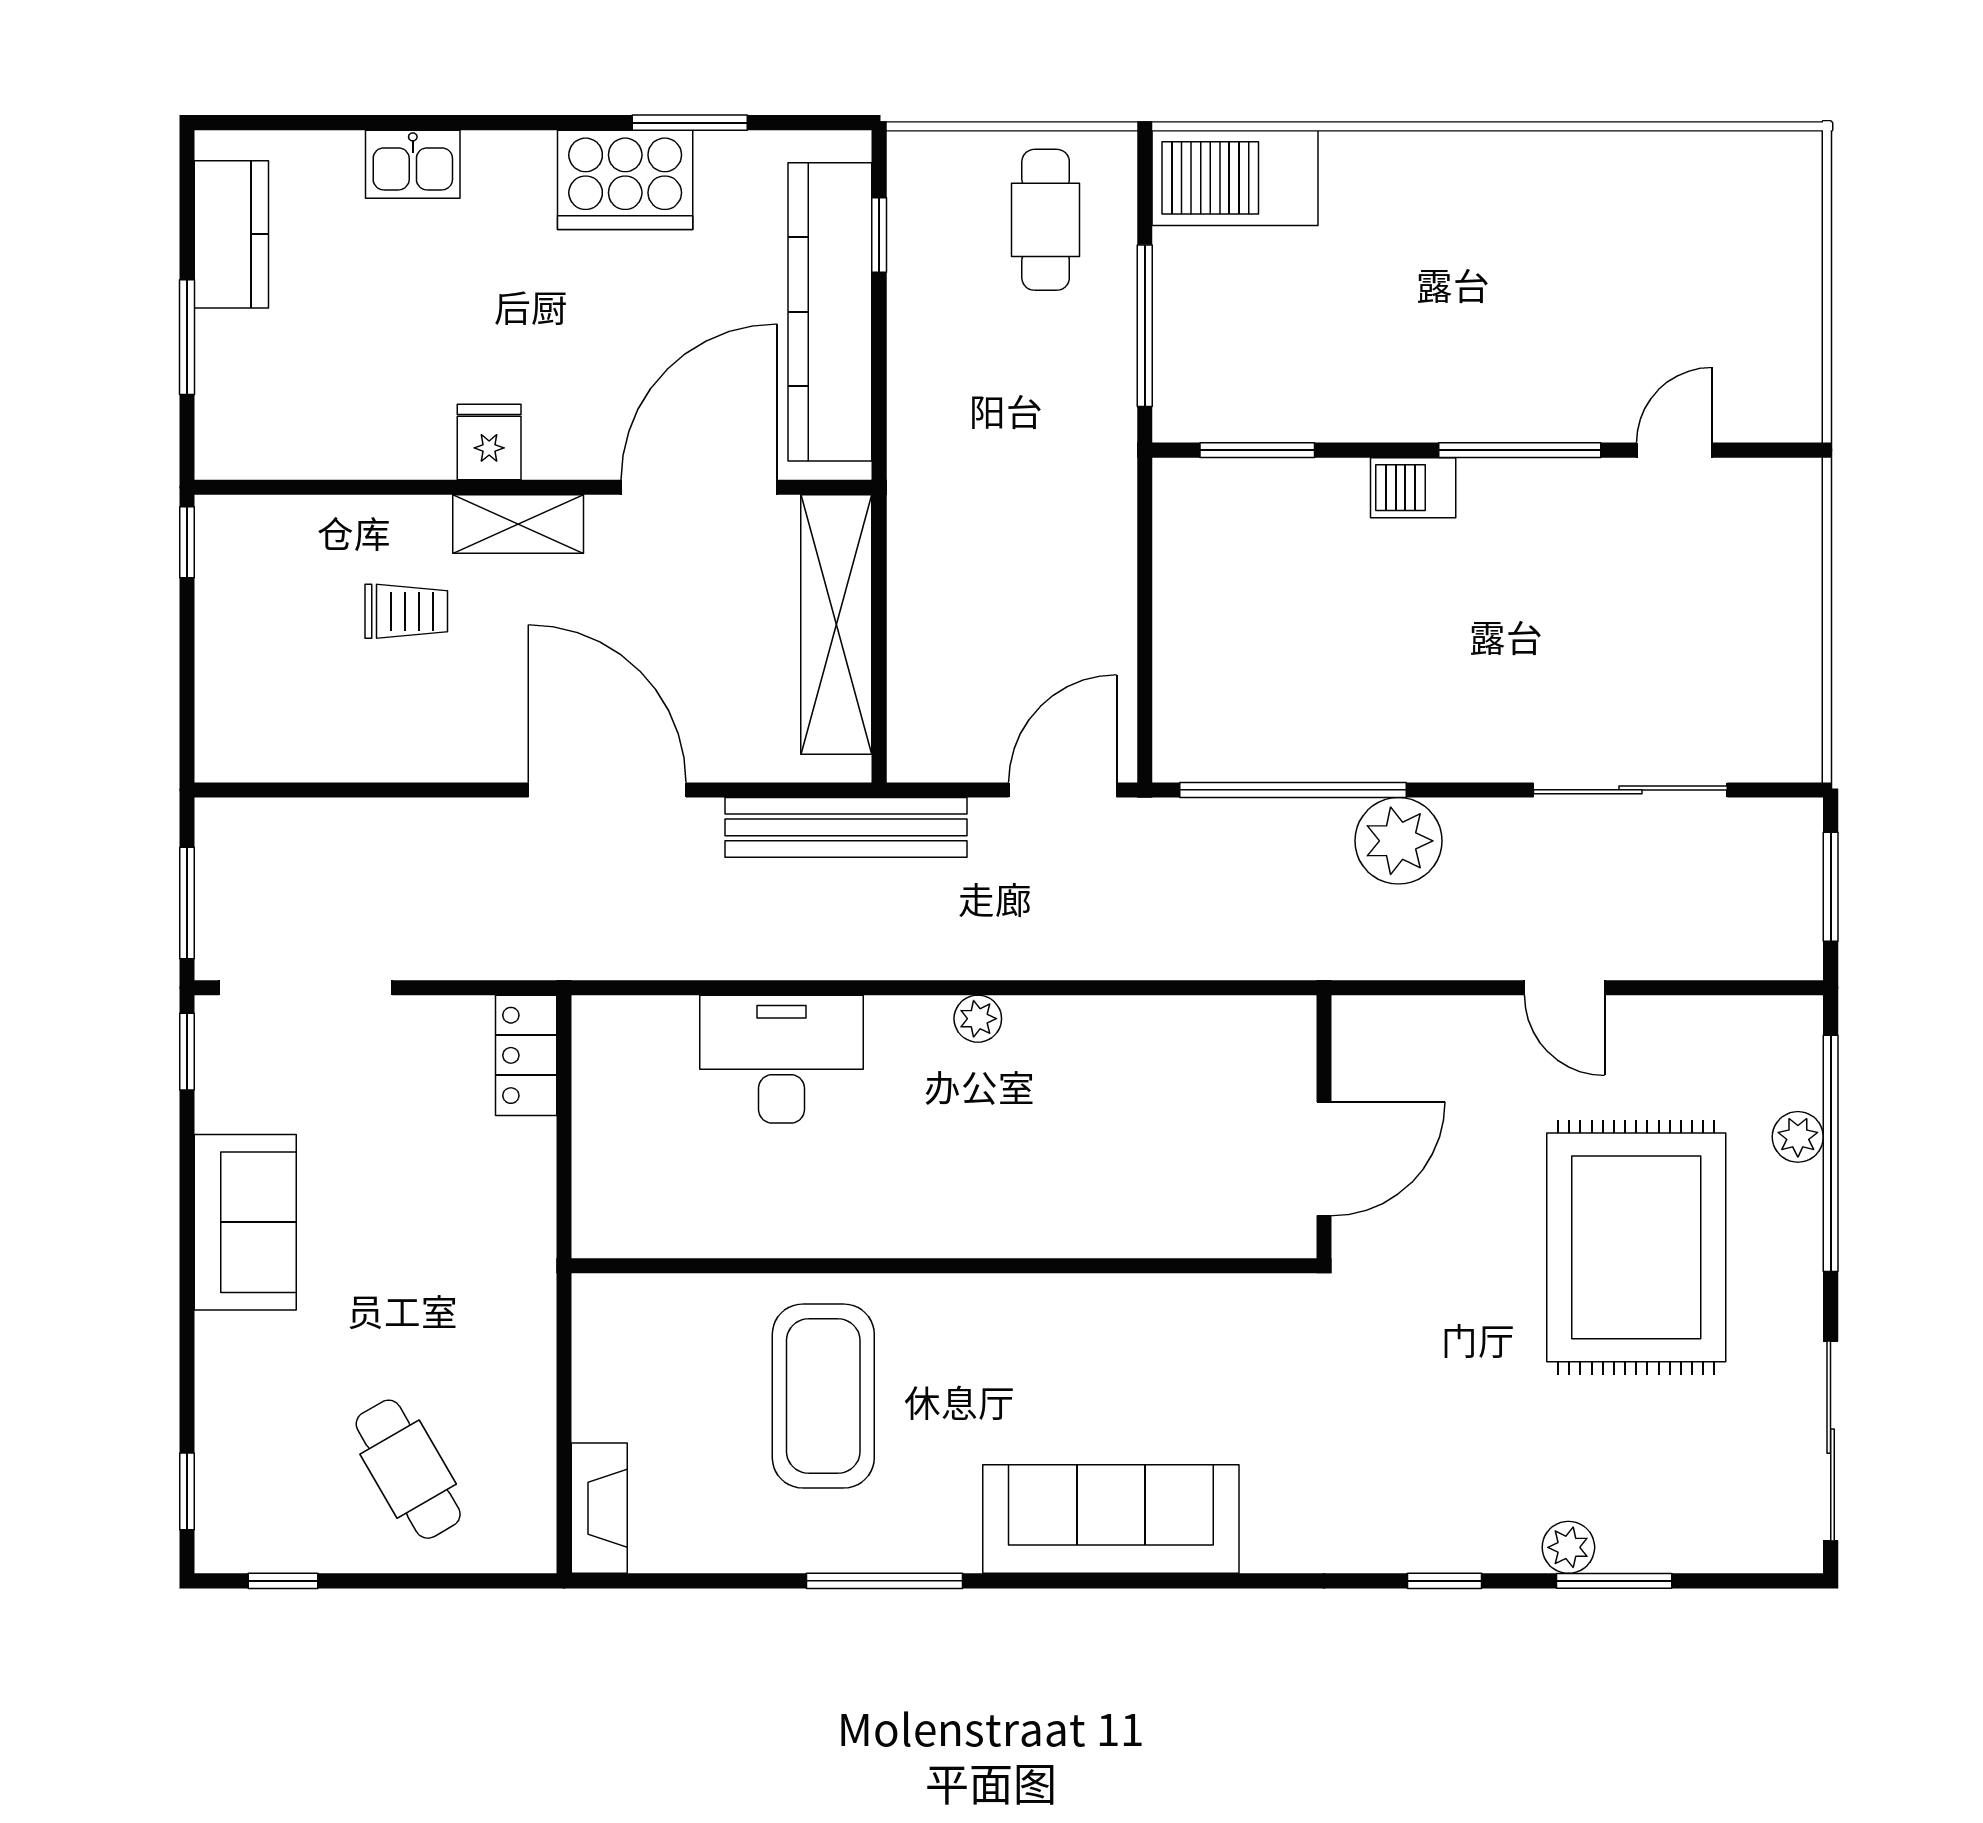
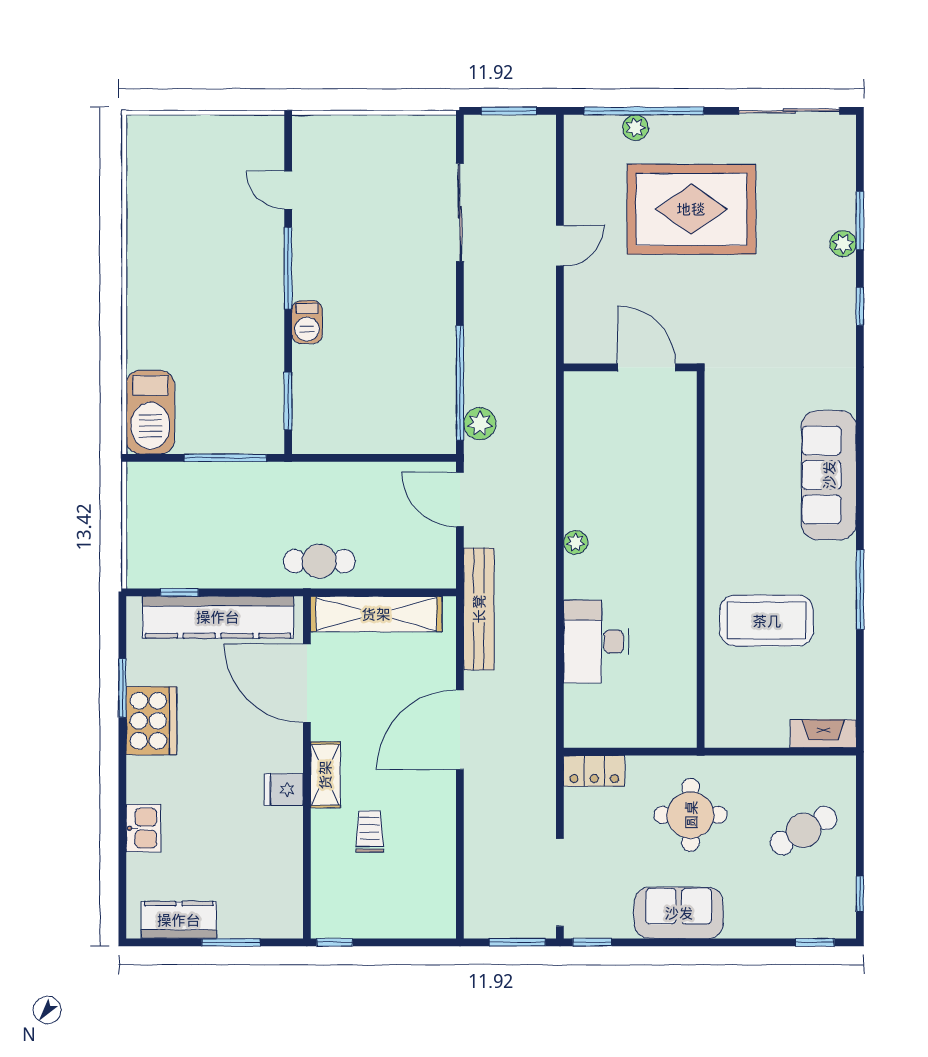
cafe table: (1046, 220) -> (319, 561), moved
plant: (1398, 841) -> (480, 424), moved, width x0.73, depth x0.73
round table: (439, 1246) -> (691, 815), added

